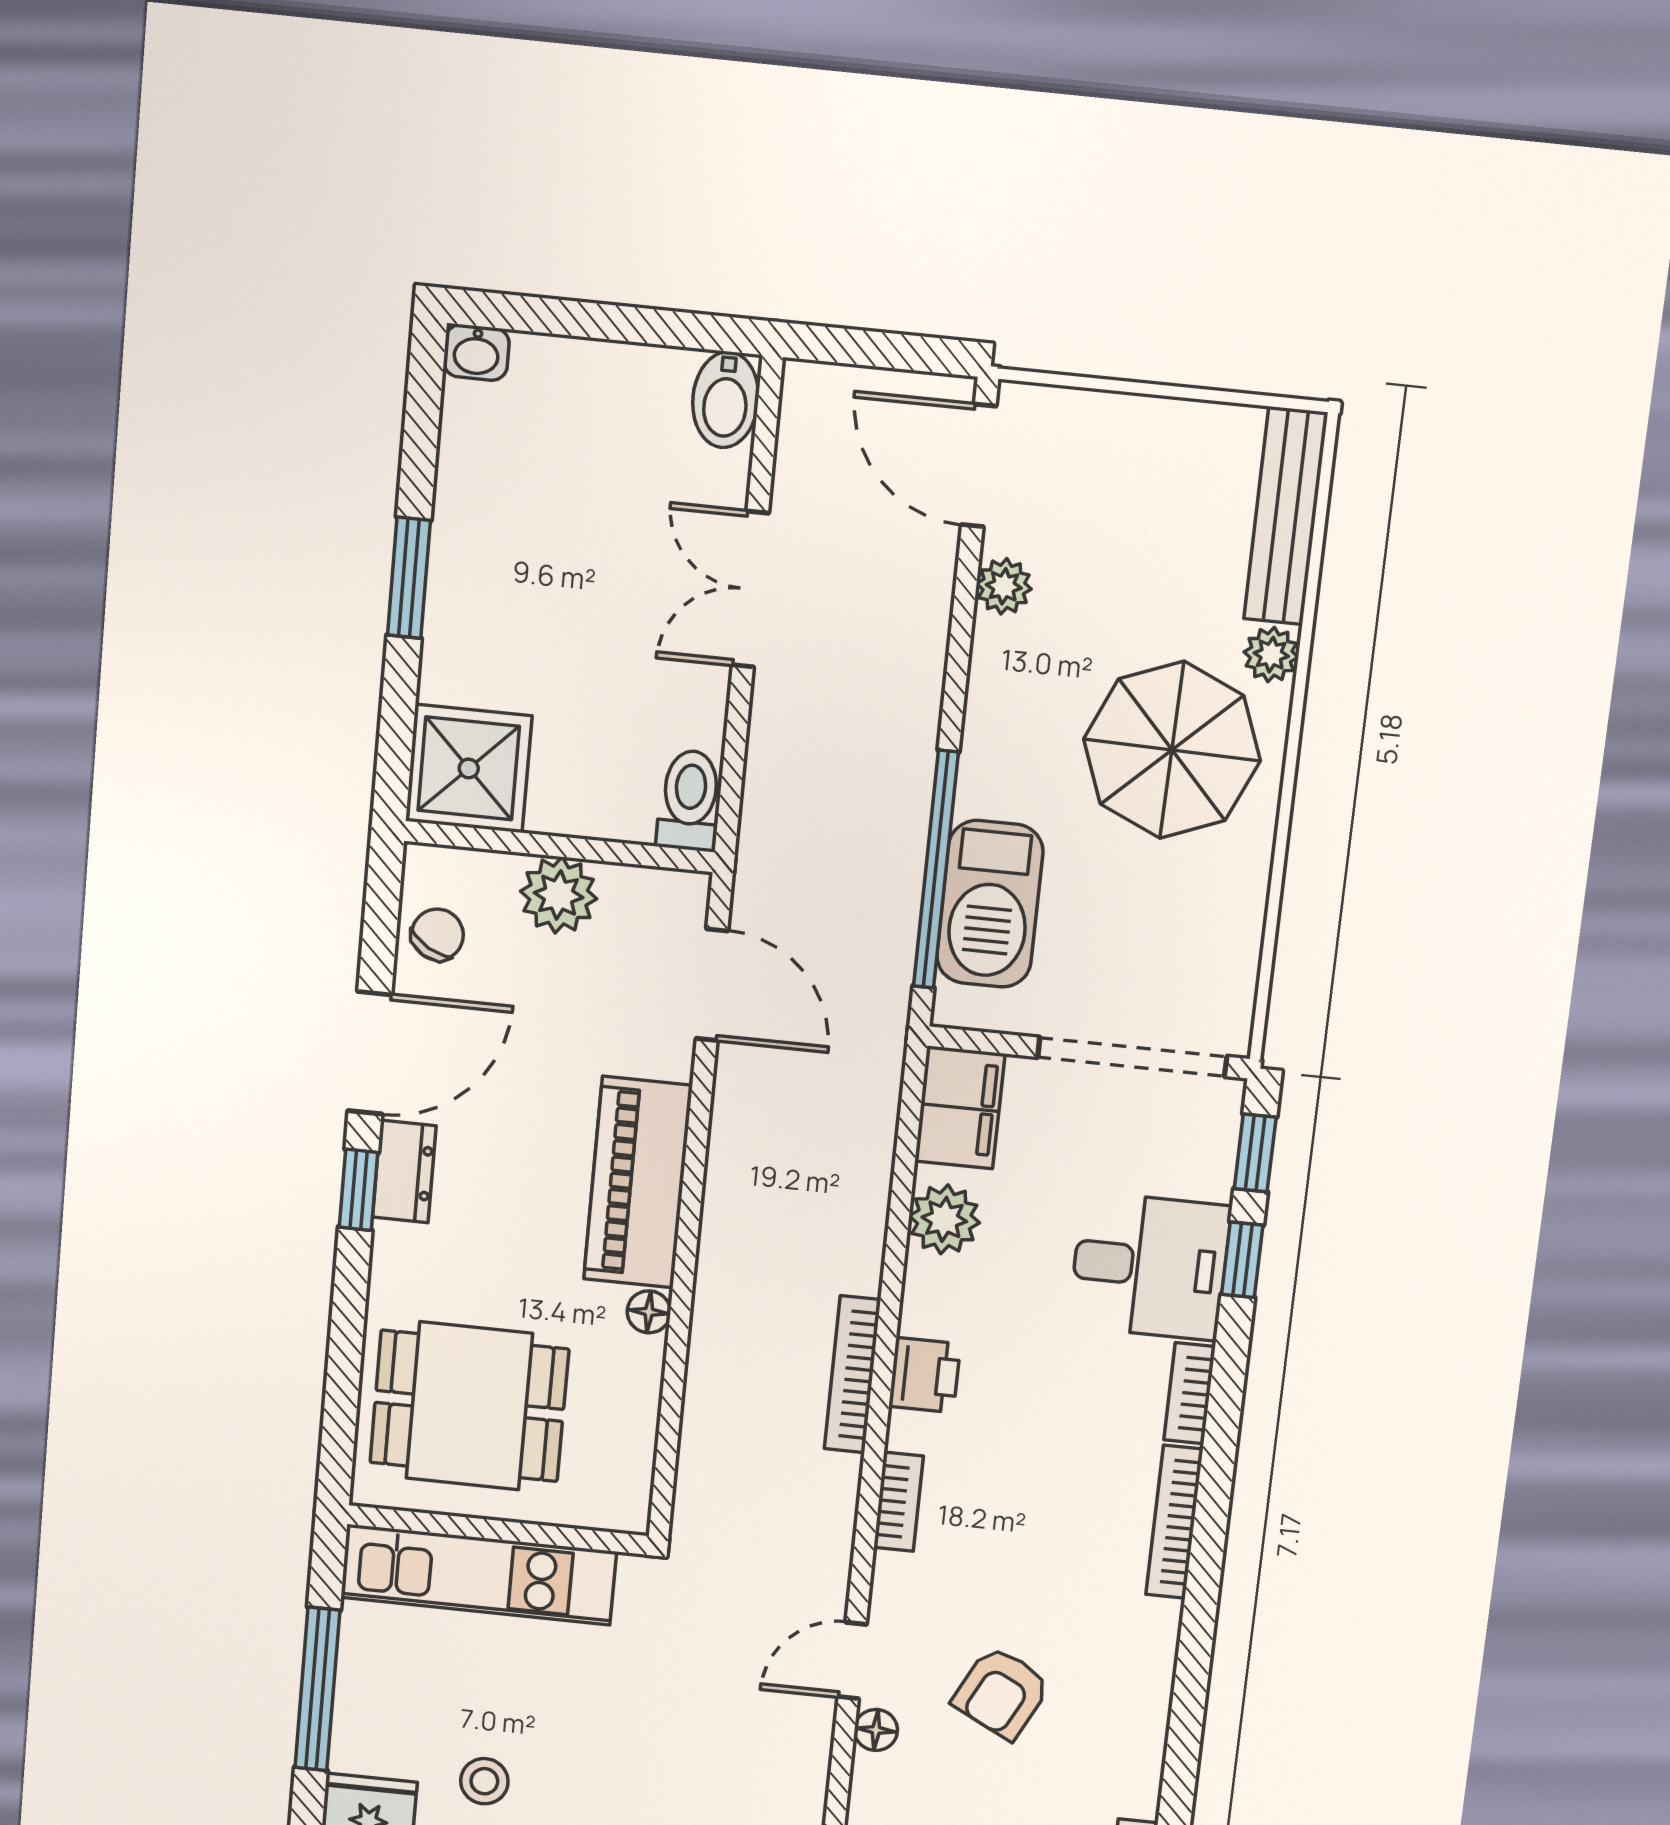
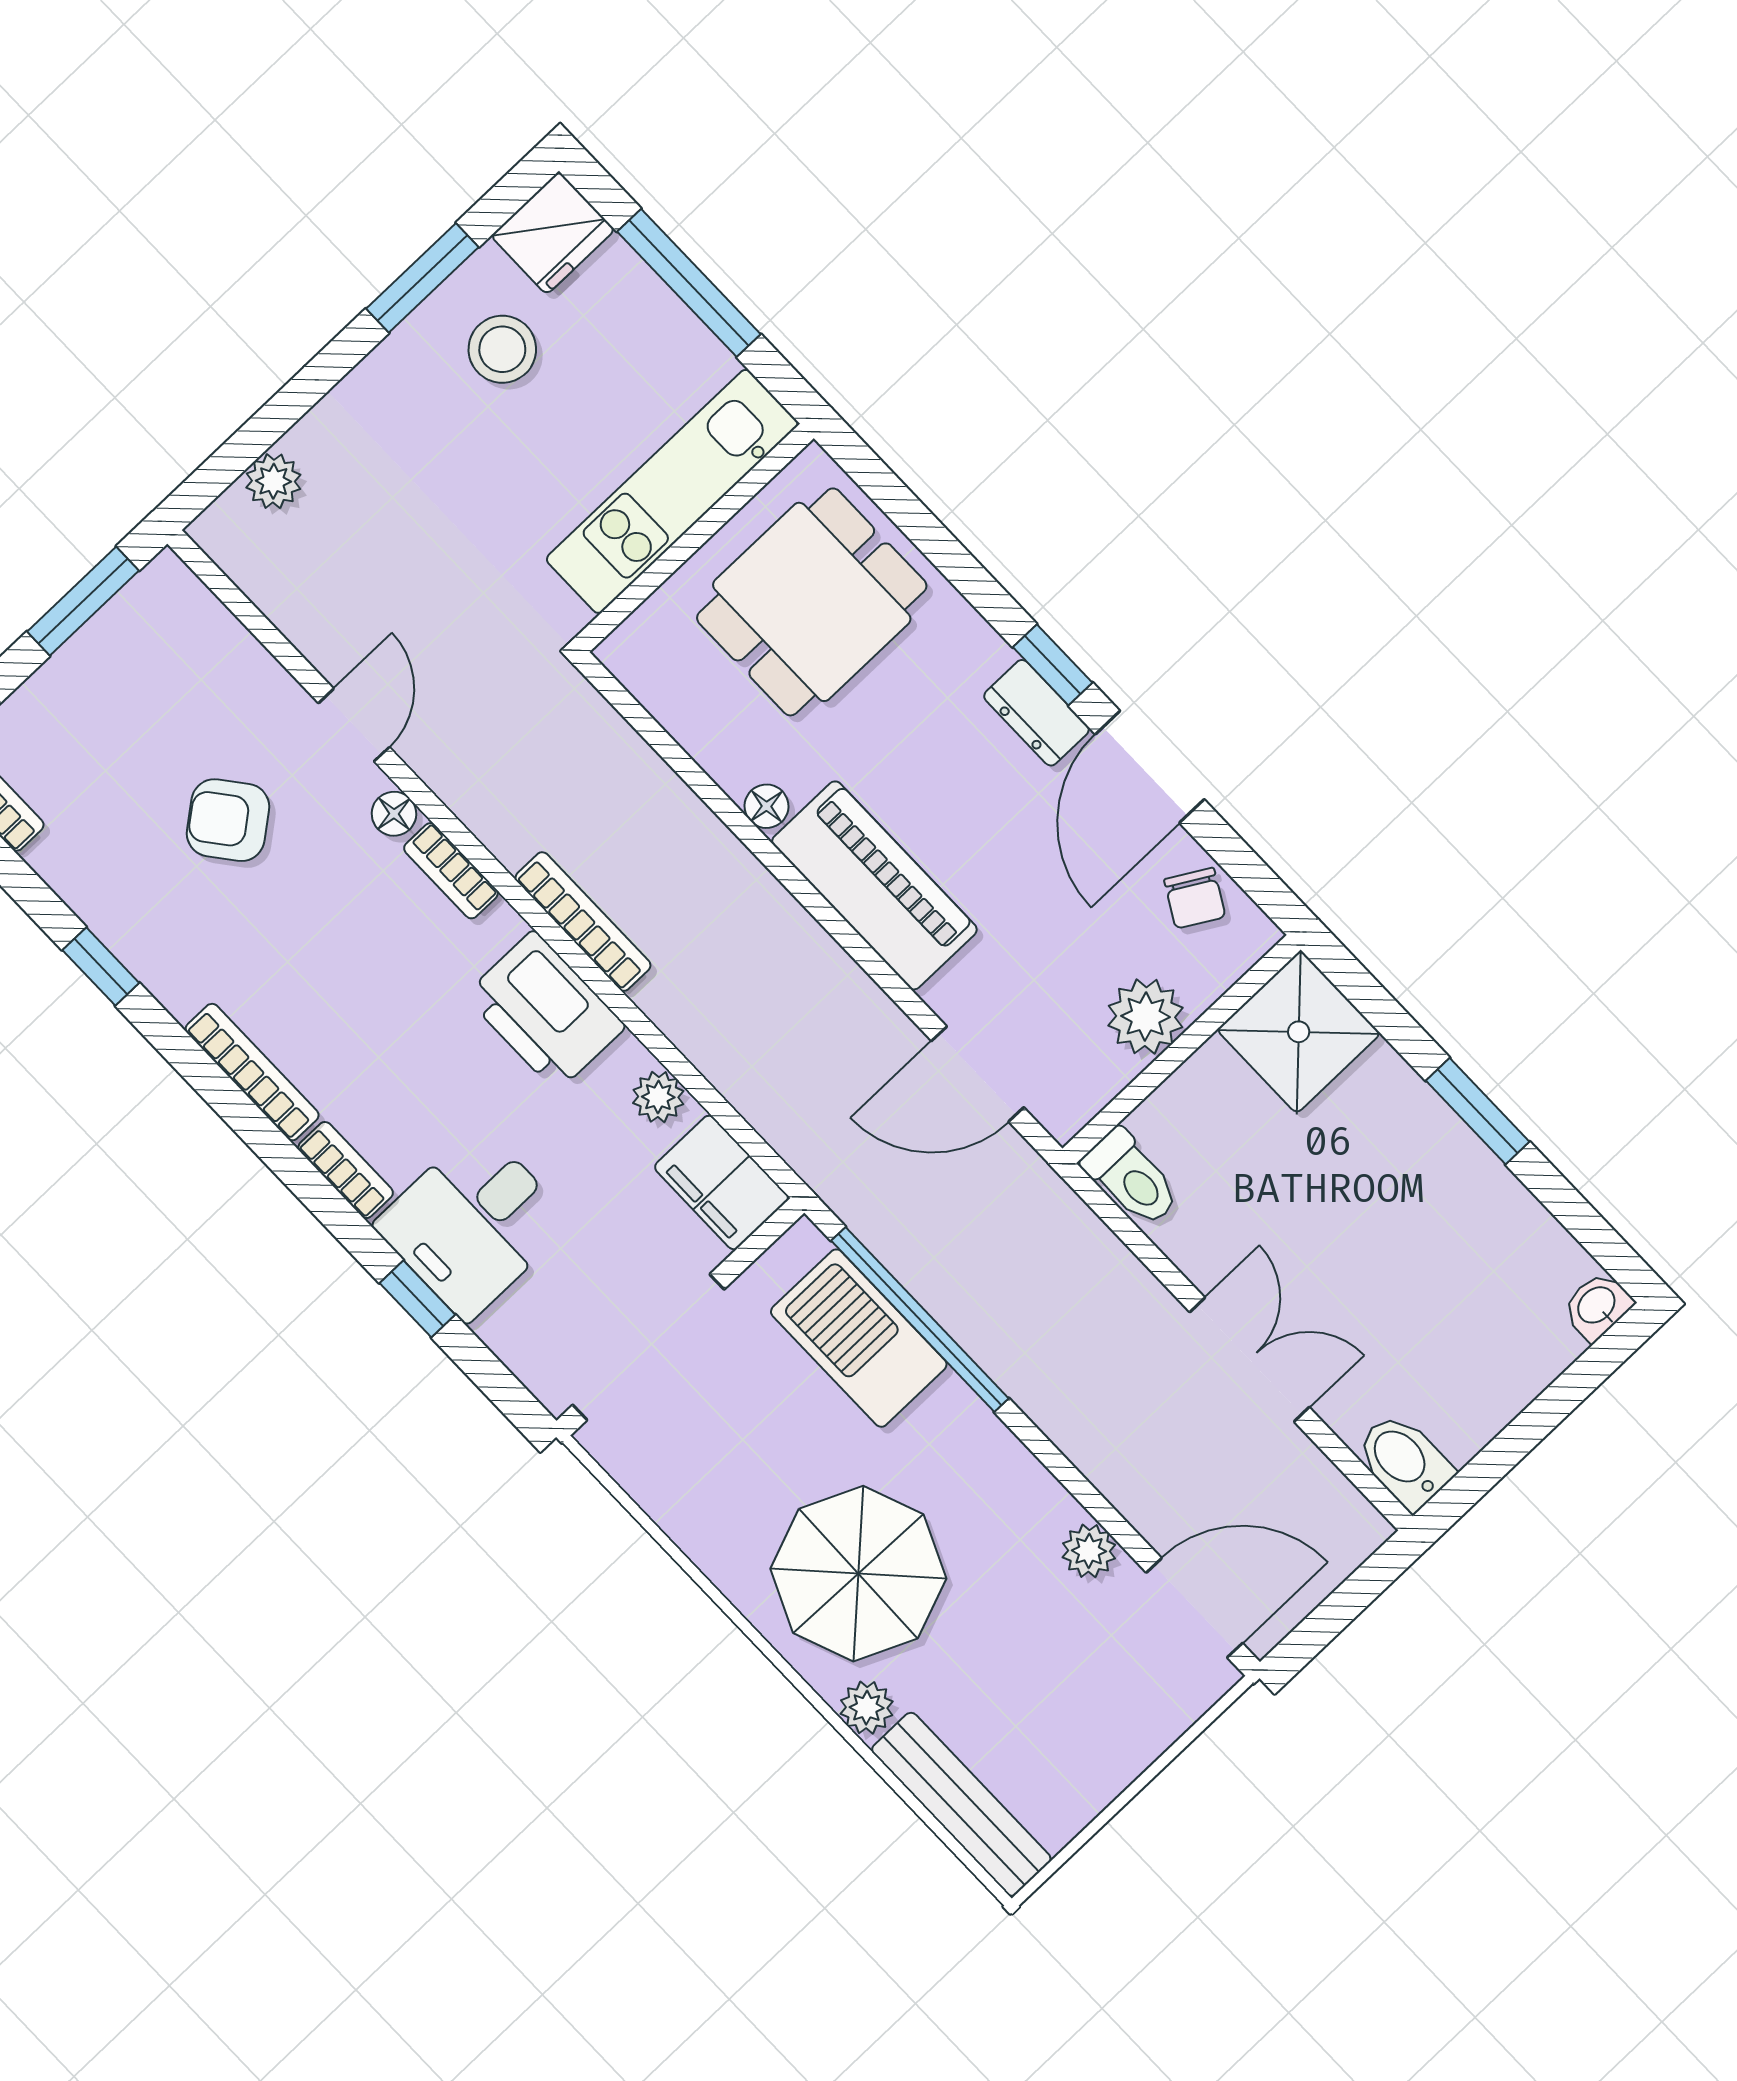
window: (1255, 1153) -> (101, 966), moved
plant: (944, 1219) -> (658, 1097), width x0.73, depth x0.73
printer: (925, 1375) -> (545, 1011), width x1.87, depth x1.48
armchair: (1001, 1693) -> (228, 820), turned -65
floor lamp: (876, 1730) -> (394, 814), moved
stool: (484, 1781) -> (502, 349), width x1.37, depth x1.37

